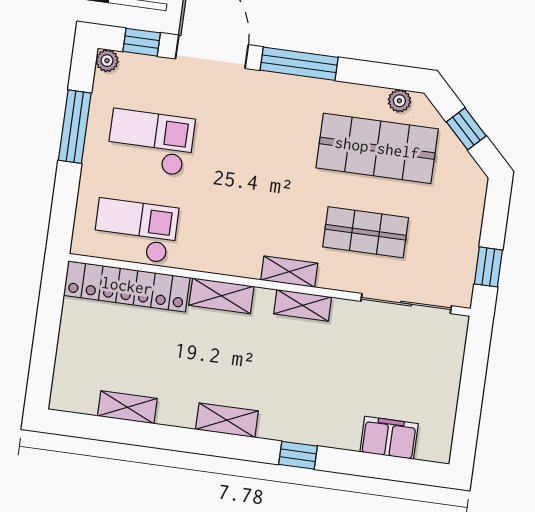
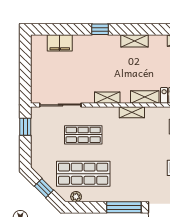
shelving: (289, 272) -> (132, 112), moved

